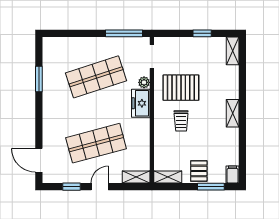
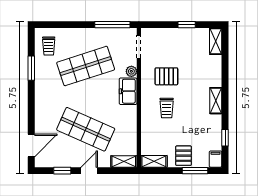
trolley: (57, 56) -> (49, 46), added
pallet: (181, 88) -> (166, 76), width x0.67, depth x0.71
shop shelf: (96, 143) -> (86, 129), turned 39
window: (242, 152) -> (225, 138), added
door: (39, 160) -> (31, 145), swing flipped

